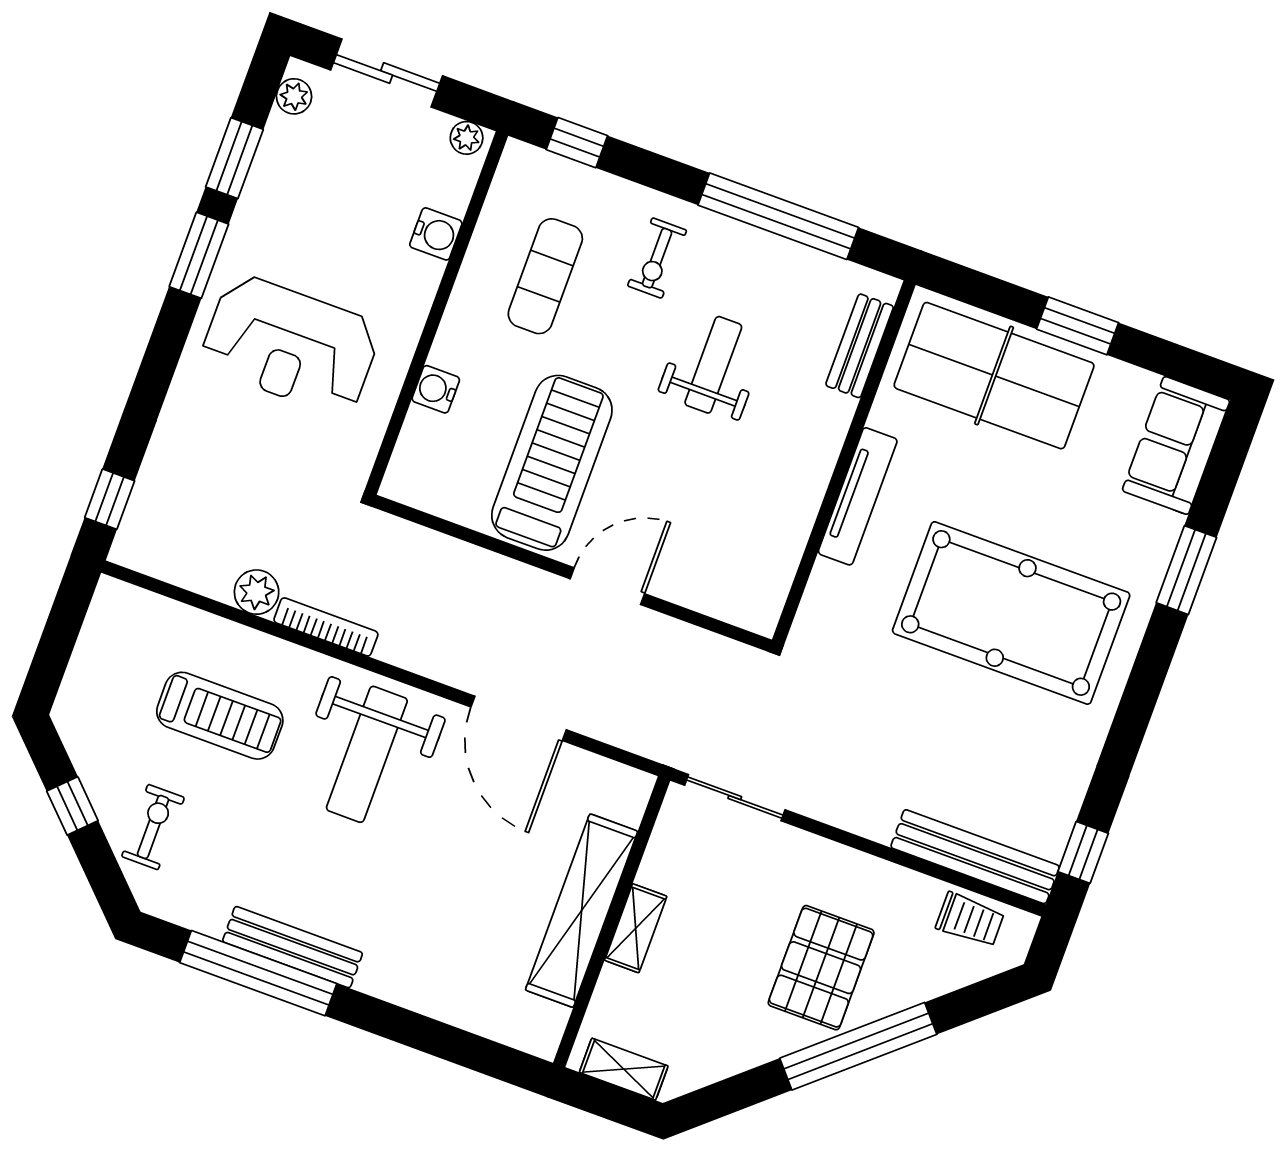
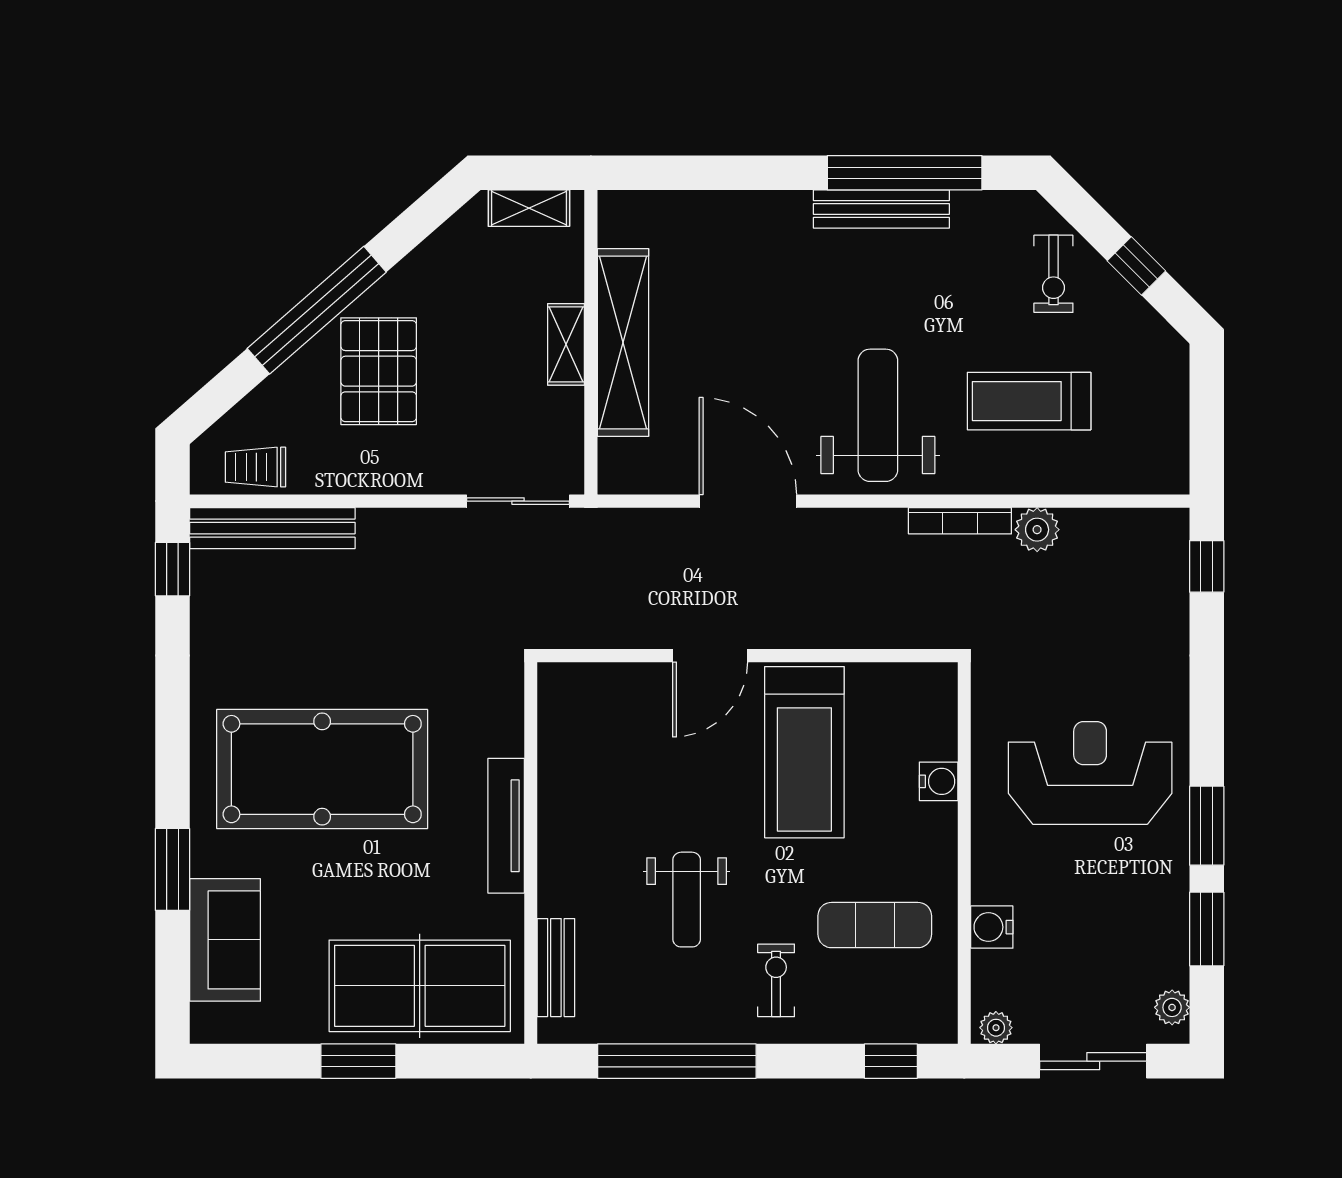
exercise mat: (545, 276) -> (875, 925), turned 90
sofa: (1176, 445) -> (225, 940), moved

